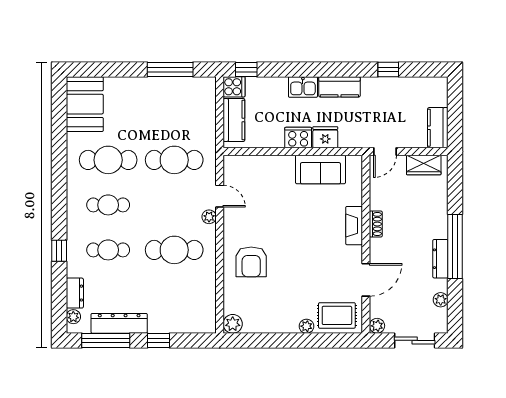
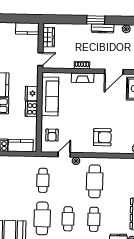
door: (385, 151) -> (40, 59), hinge flipped
cafe table: (174, 160) -> (43, 180), width x0.73, depth x0.74
sofa: (320, 169) -> (50, 96), width x1.36
armchair: (253, 174) -> (52, 135), added
window: (455, 246) -> (96, 20), width x0.47
door: (366, 280) -> (114, 72), swing flipped

